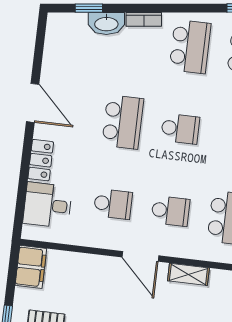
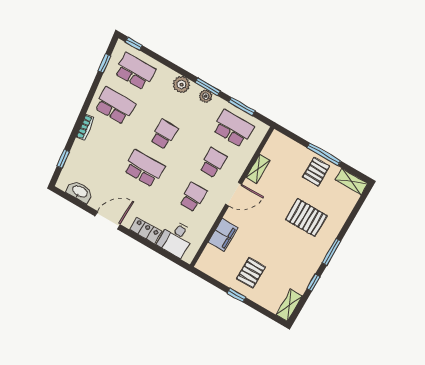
washbasin: (106, 23) -> (80, 192), moved, turned -83
filing cabinet: (31, 267) -> (223, 235), moved, turned 90

